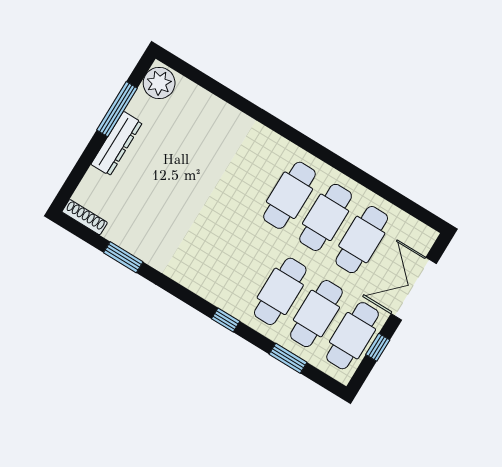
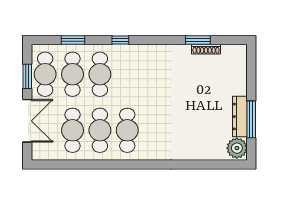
dresser: (117, 144) -> (240, 117), moved
shoe rack: (85, 217) -> (206, 49), moved
window: (378, 347) -> (27, 76), width x1.50

